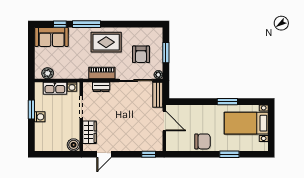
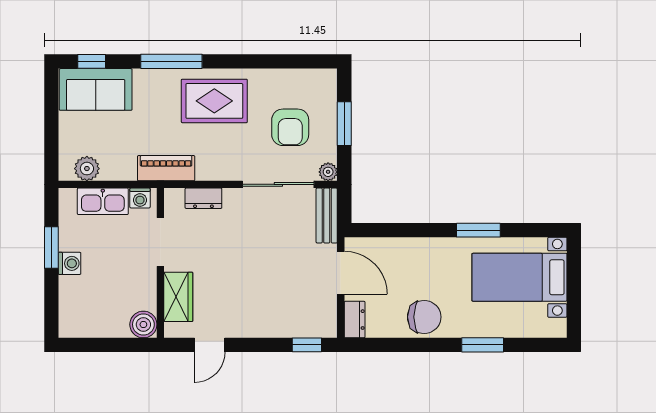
window: (60, 24) -> (92, 61), moved
piano: (102, 73) -> (166, 168), moved
dresser: (171, 143) -> (355, 320), added

